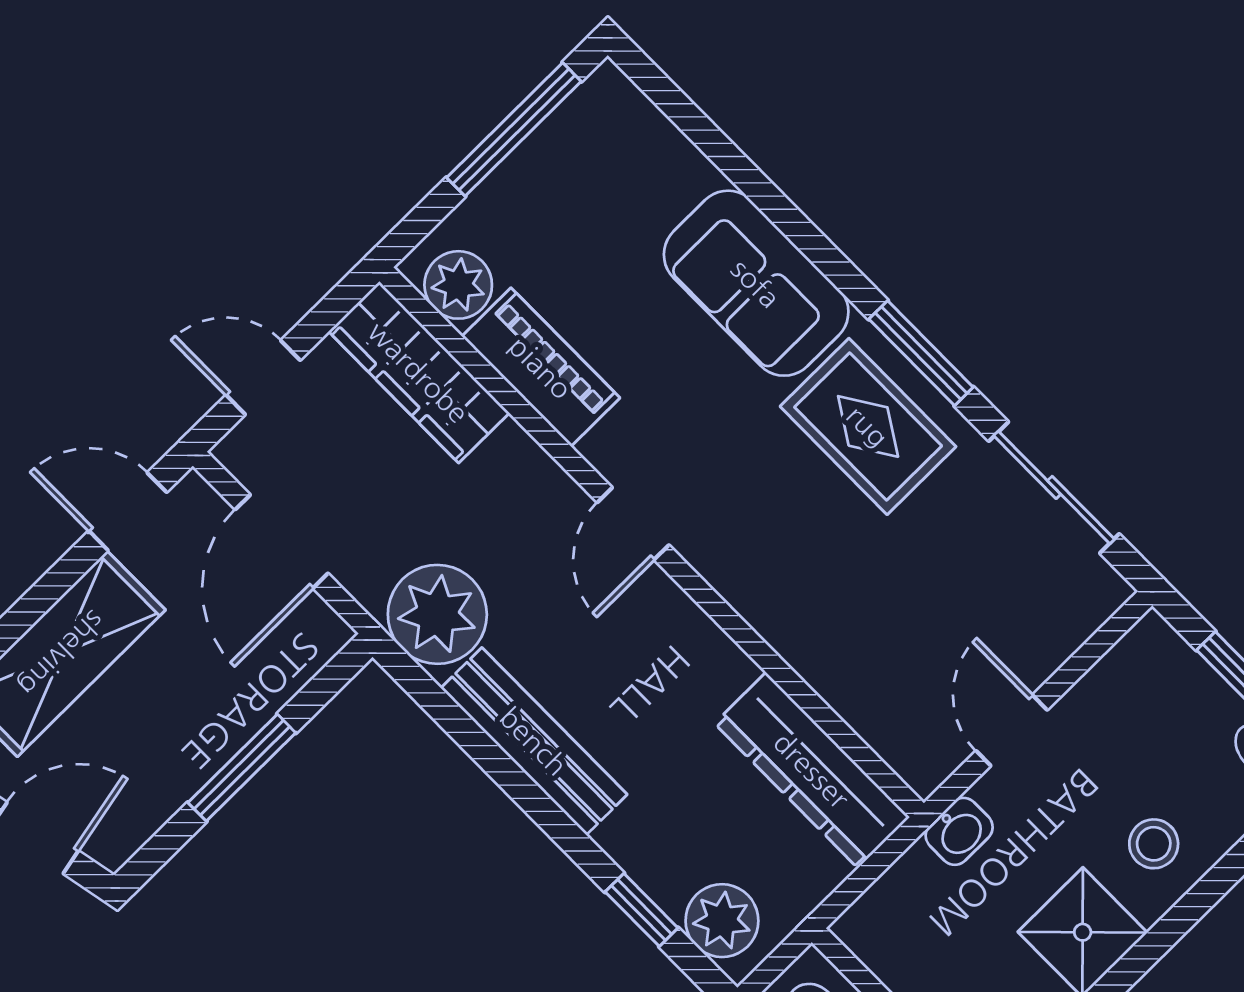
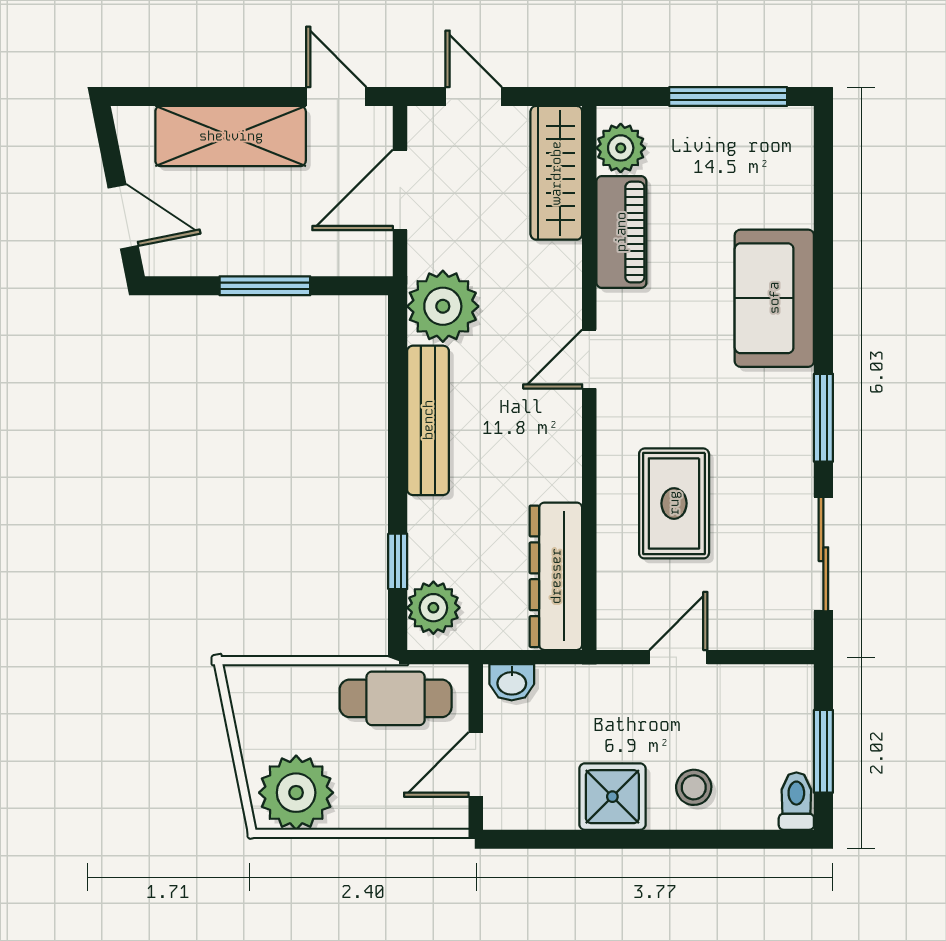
rug: (868, 426) -> (674, 503), moved
washbasin: (959, 831) -> (512, 682), moved

